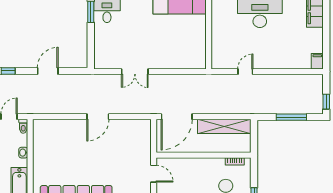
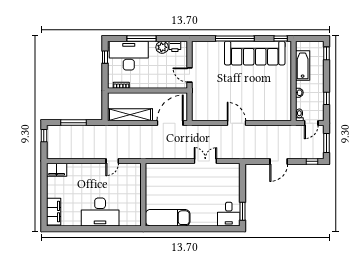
filing cabinet: (317, 61) -> (57, 170), width x2.00
door: (98, 117) -> (236, 123), hinge flipped

